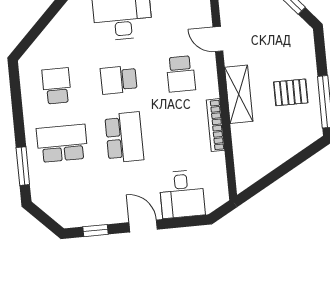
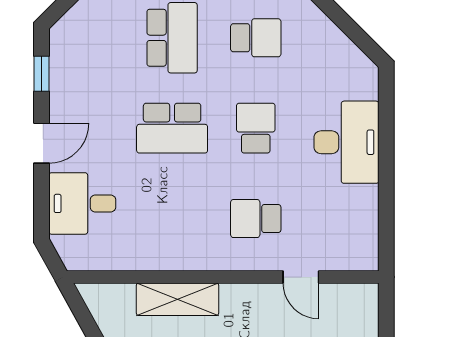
door: (218, 39) -> (301, 277), swing flipped
shelving: (239, 94) -> (178, 299), moved
bookcase: (215, 125) -> (177, 261), removed

